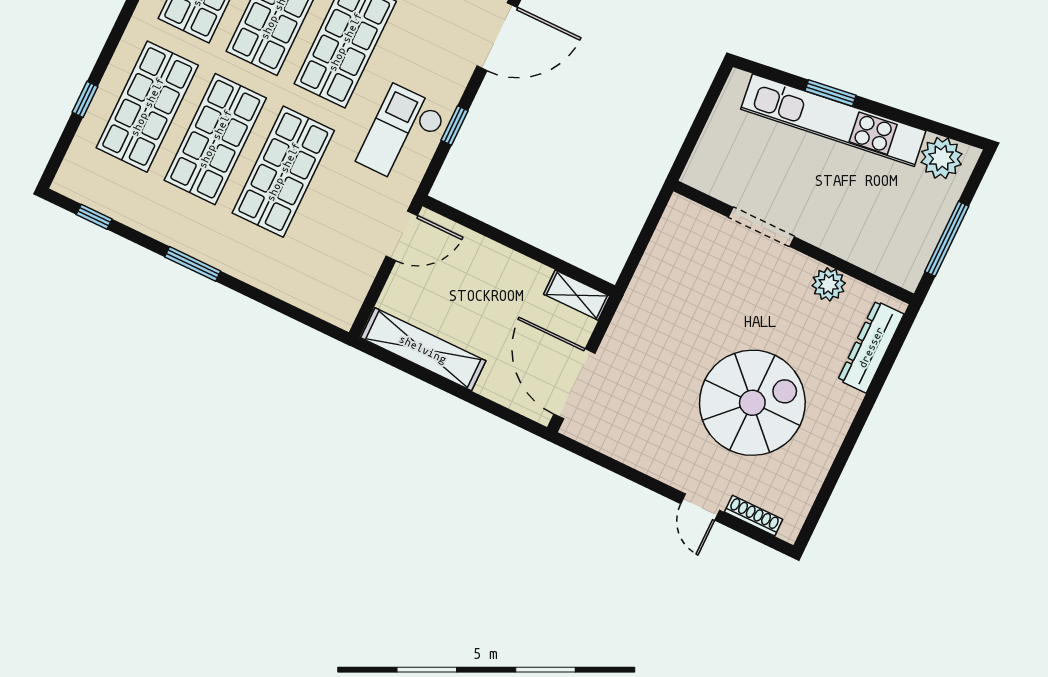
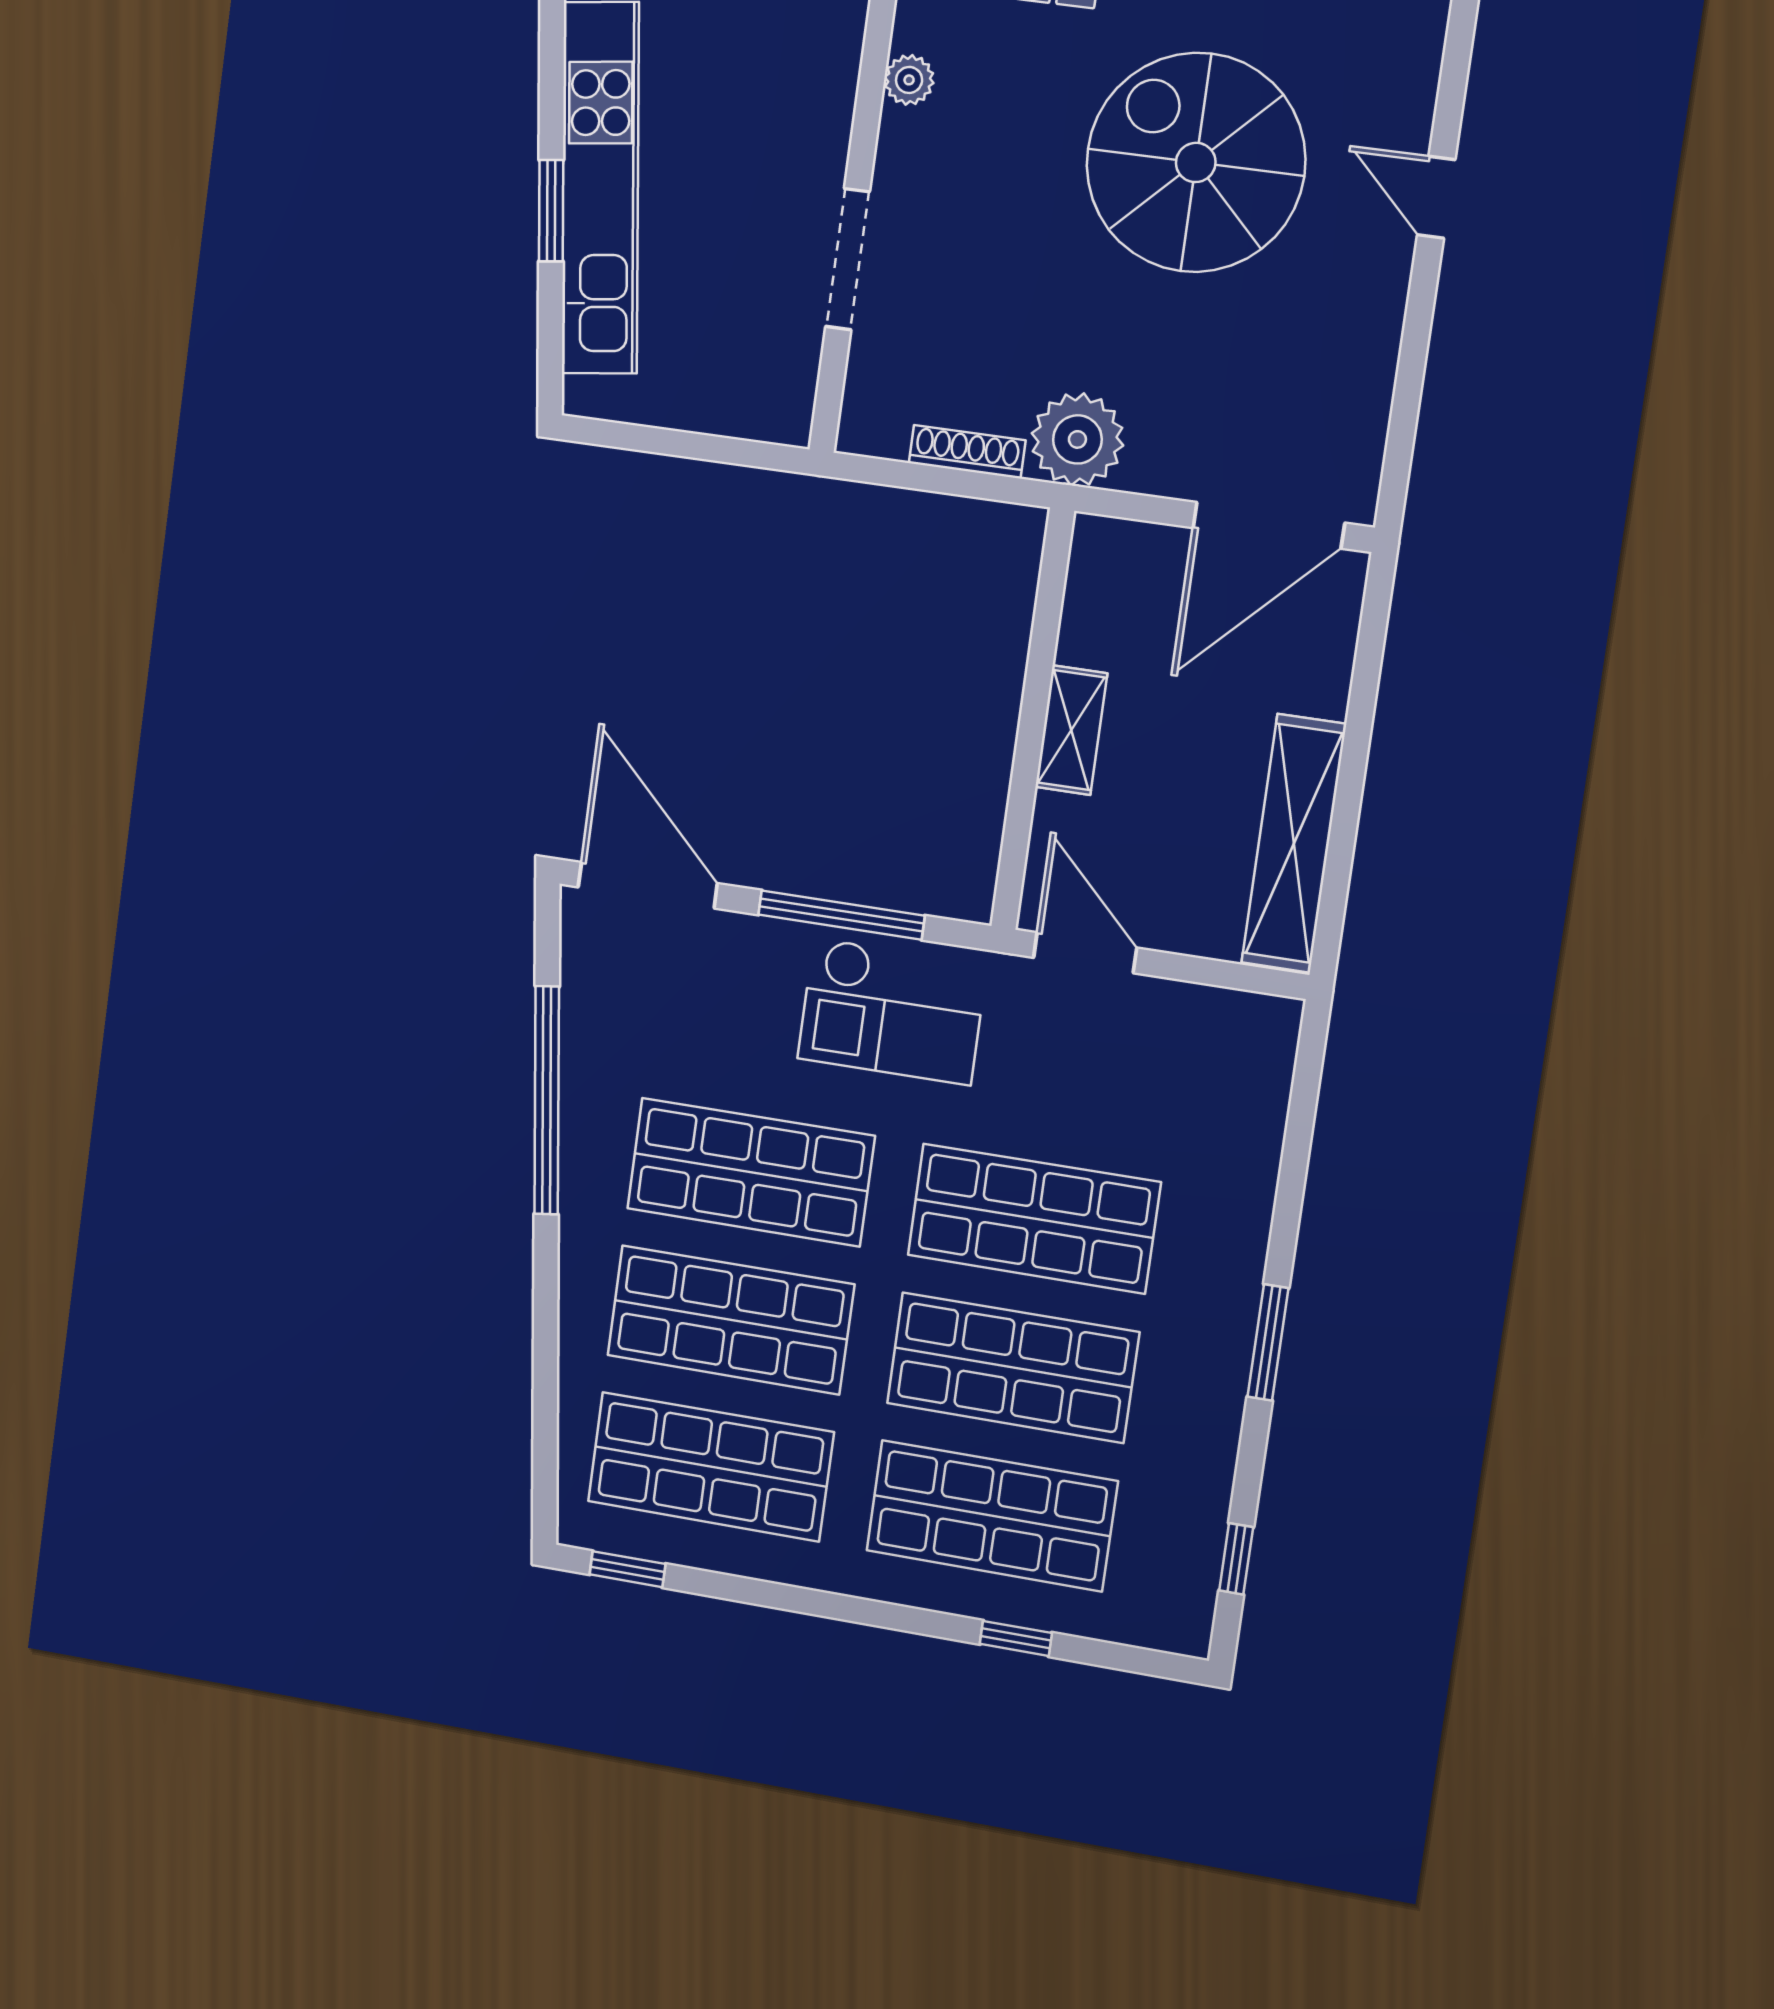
window: (455, 126) -> (841, 915), width x2.17
plant: (829, 284) -> (909, 80), width x0.73, depth x0.73
shelving: (577, 295) -> (1071, 730), moved
plant: (643, 308) -> (1077, 439), added
door: (700, 507) -> (1436, 197), swing flipped
shoe rack: (754, 516) -> (967, 452), moved, turned 90

